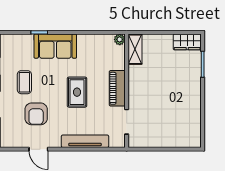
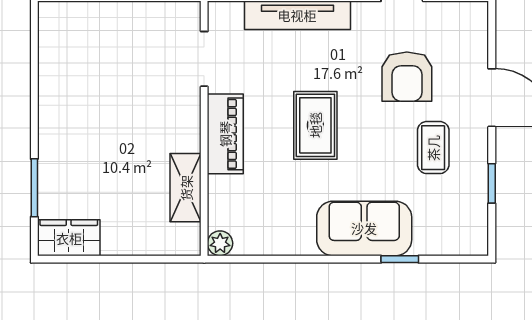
shelving: (135, 49) -> (186, 188), moved
armchair: (36, 114) -> (407, 77), turned 180

